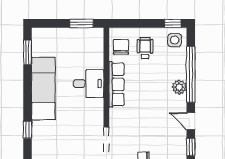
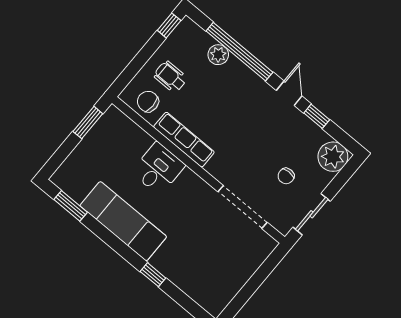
side table: (175, 40) -> (188, 38), removed
plant: (179, 87) -> (218, 55), moved
door: (191, 121) -> (289, 93), swing flipped

